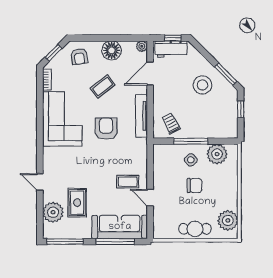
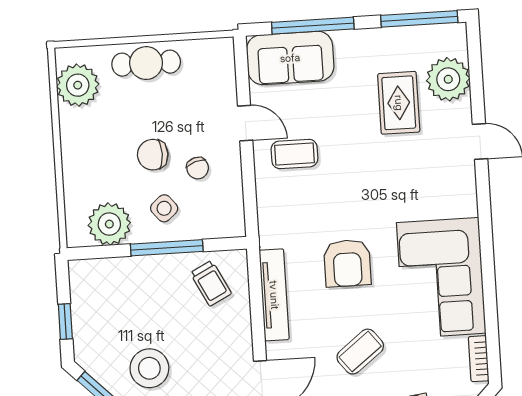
chair: (174, 178) -> (198, 168), added
sofa: (120, 227) -> (290, 58), width x0.73

